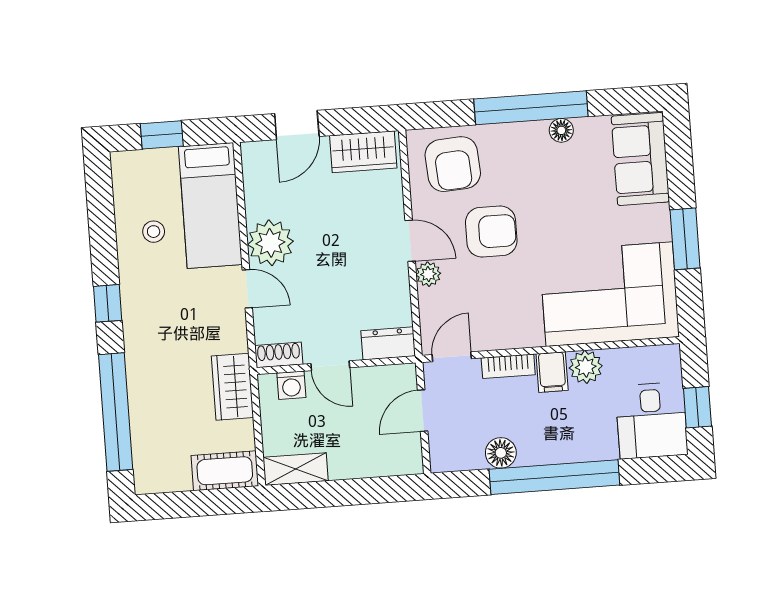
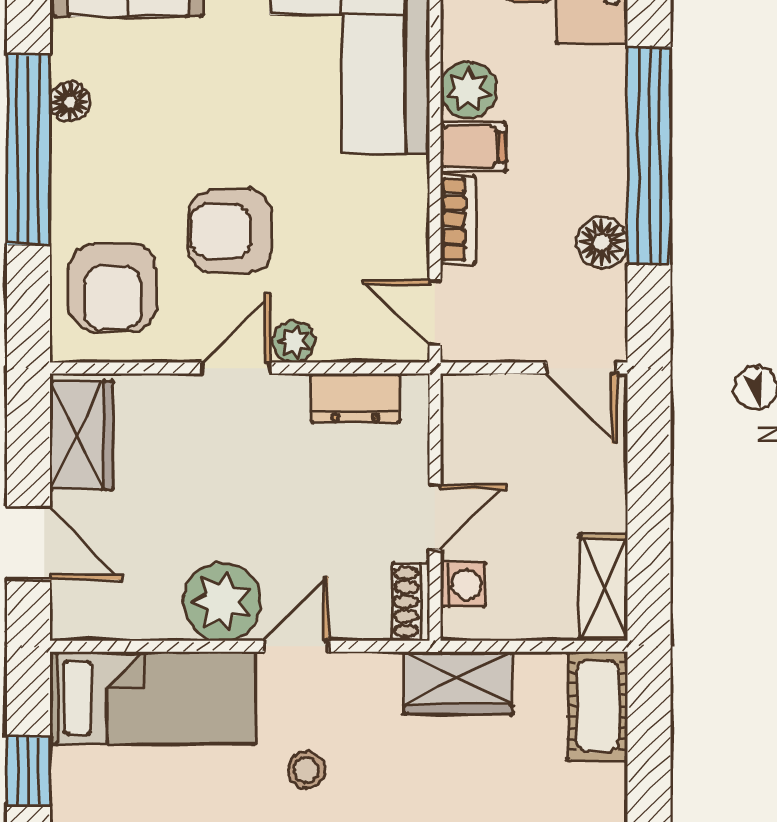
armchair: (453, 164) -> (113, 287), turned 94
stool: (154, 232) -> (306, 770), moved
armchair: (491, 232) -> (230, 231), turned -90
dresser: (388, 343) -> (355, 398), moved, turned -90
door: (423, 411) -> (581, 368), moved

